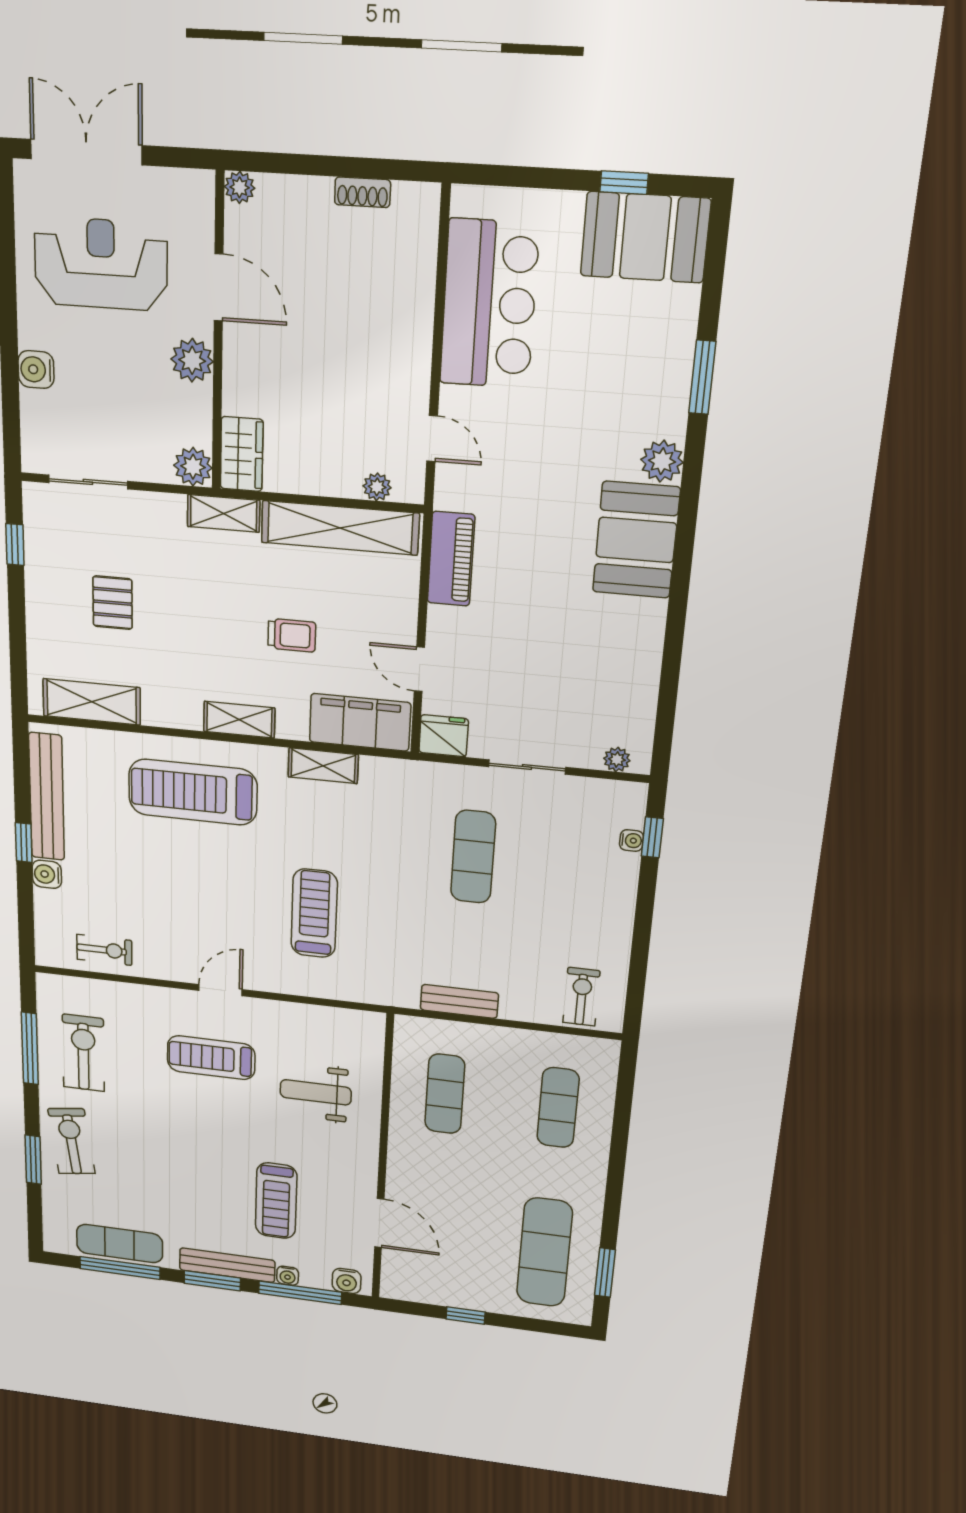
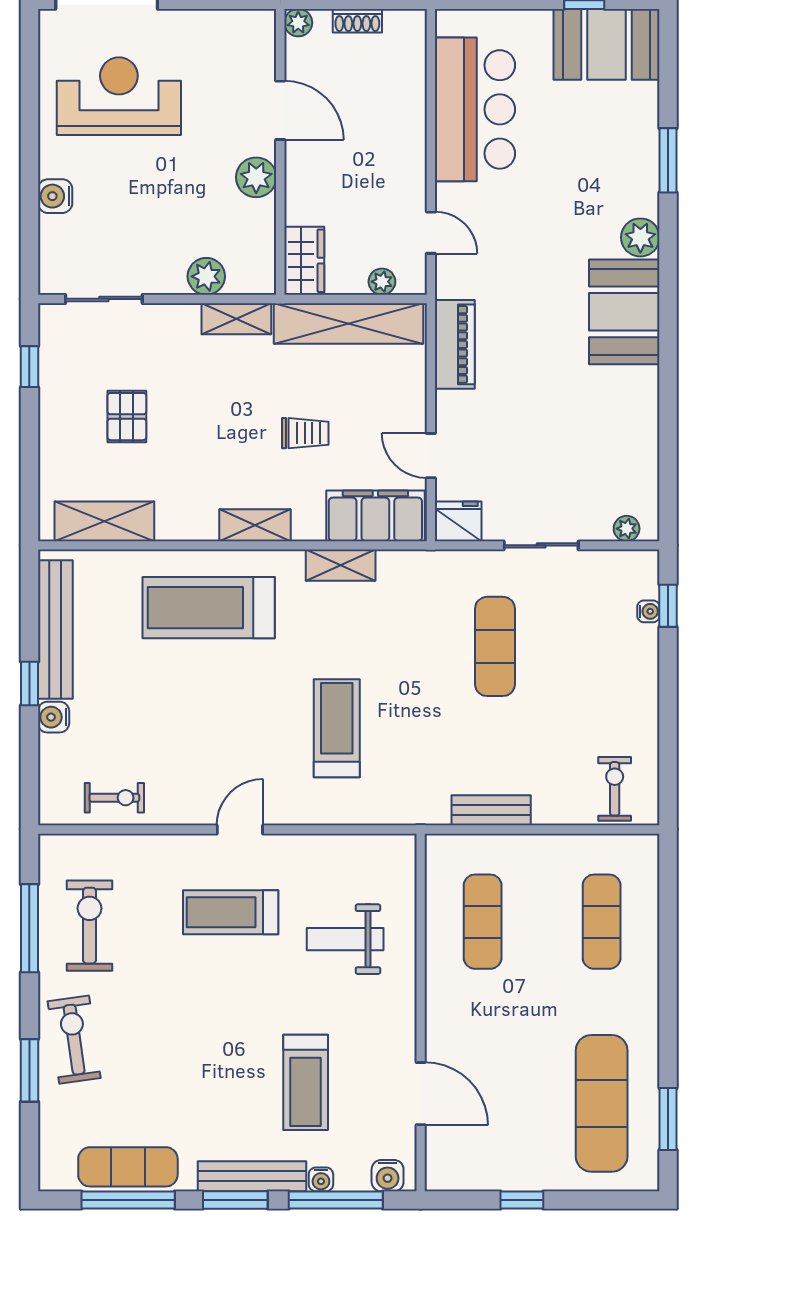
plant: (240, 187) -> (298, 23), moved
door: (219, 287) -> (280, 110), moved
wall: (218, 334) -> (280, 152), moved
plant: (192, 360) -> (256, 177), moved
wardrobe: (242, 454) -> (304, 261), moved

